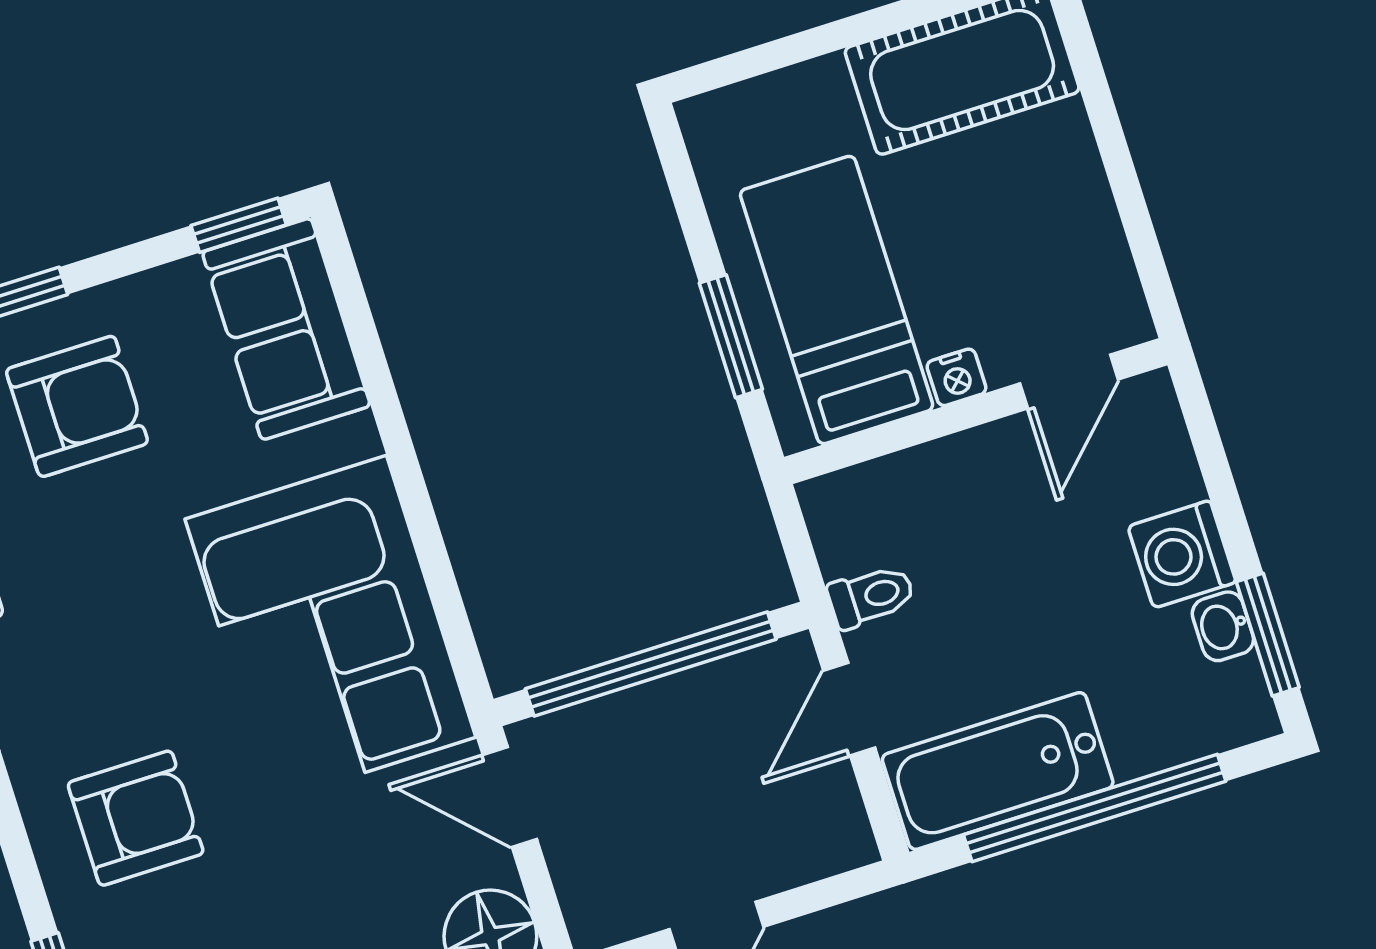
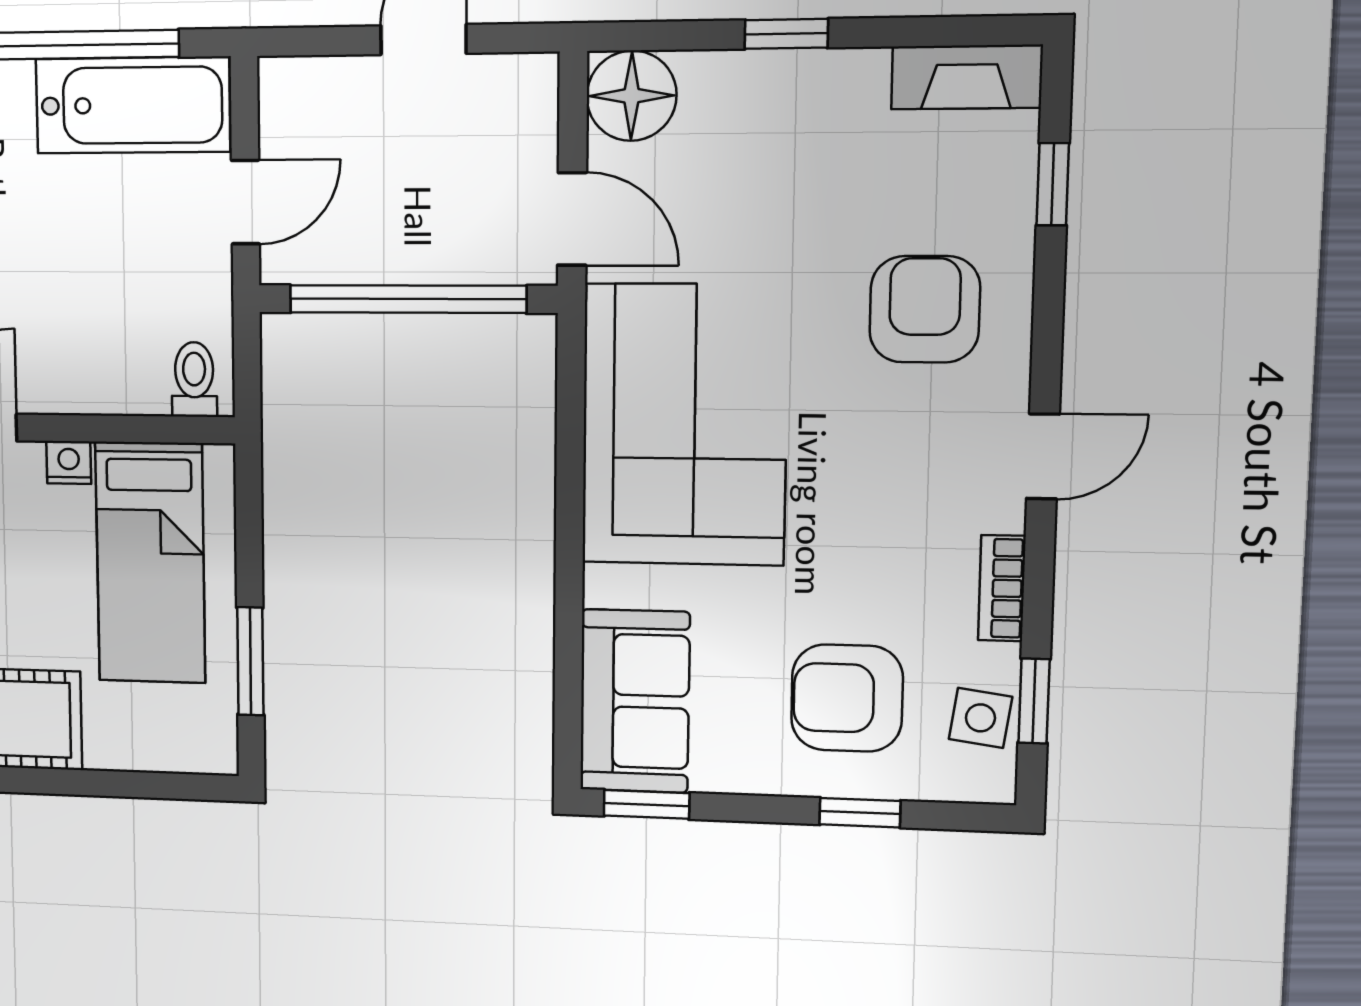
window: (731, 336) -> (250, 661), moved
toilet: (871, 596) -> (194, 380), moved, turned 90
armchair: (136, 818) -> (925, 309), turned 90

